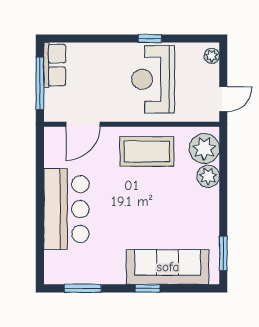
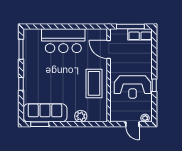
reception desk: (153, 79) -> (133, 87), turned 180
door: (223, 99) -> (132, 124), moved
plant: (204, 148) -> (96, 114), removed
sofa: (168, 267) -> (45, 113), moved, turned -90

